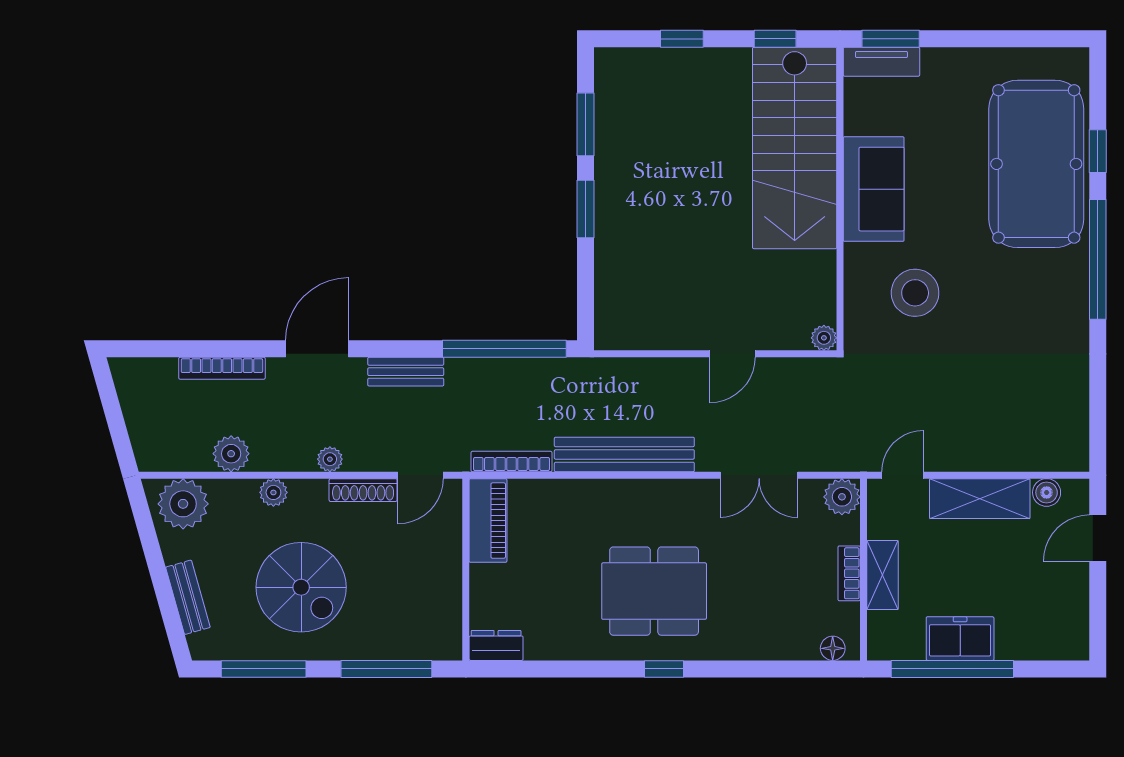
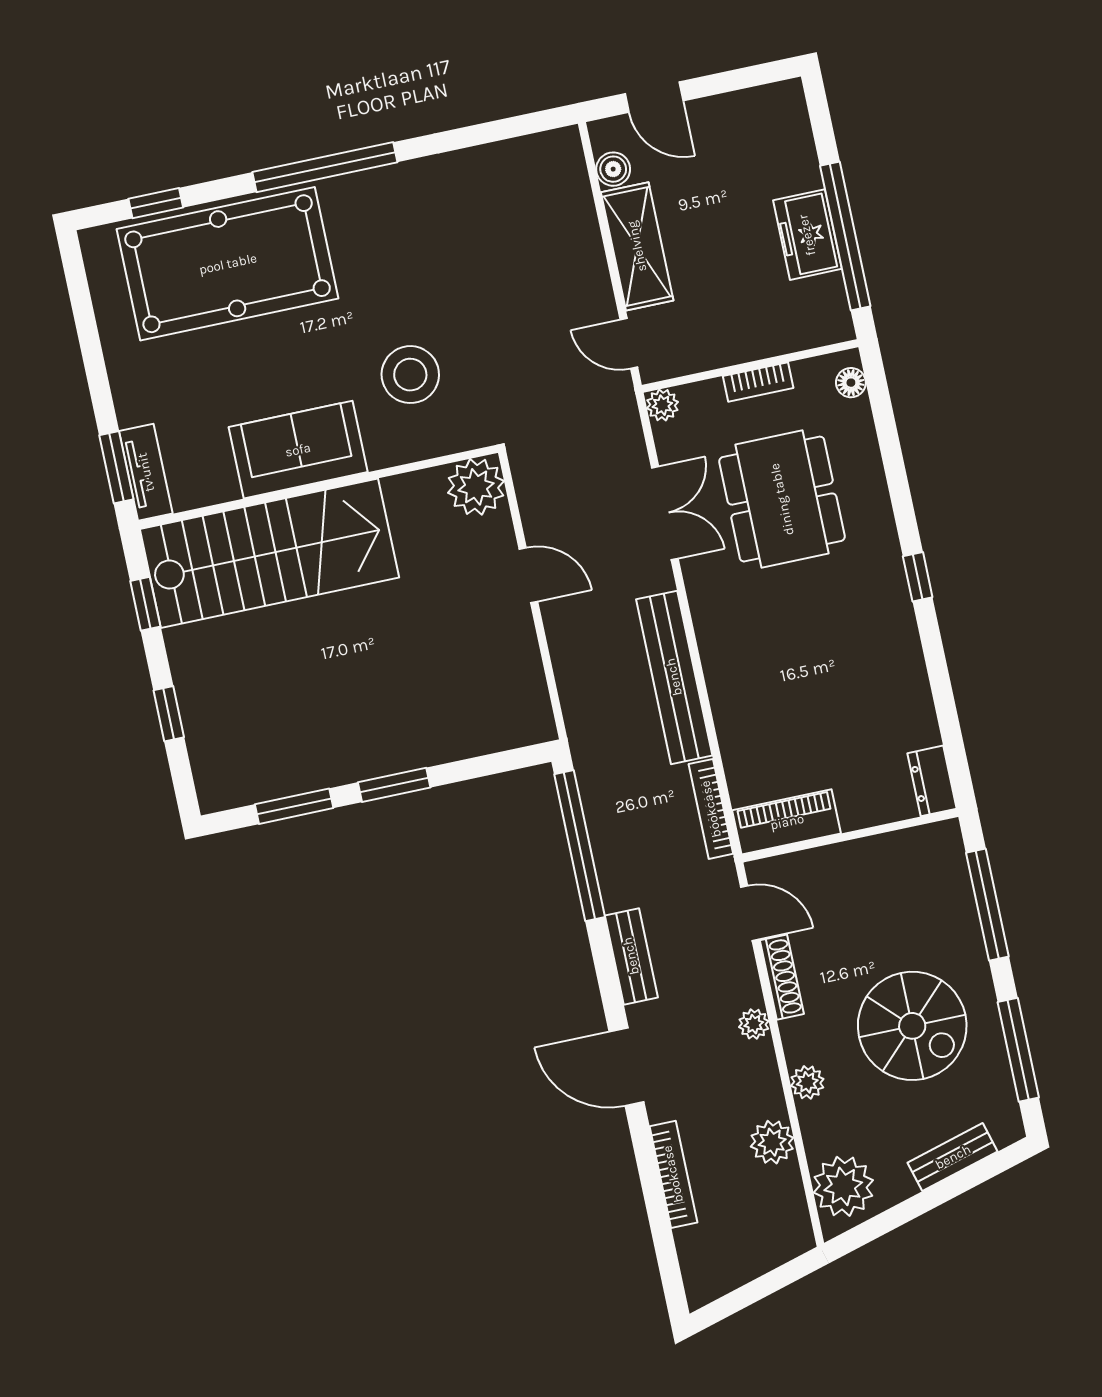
window: (1098, 151) -> (156, 203), moved
plant: (824, 338) -> (476, 487), width x1.88, depth x1.88
plant: (842, 497) -> (662, 405), width x0.73, depth x0.73
shelving: (883, 575) -> (752, 342), removed
spiral stairs: (301, 587) -> (912, 1026), turned 90
dining table: (654, 591) -> (782, 499), moved

